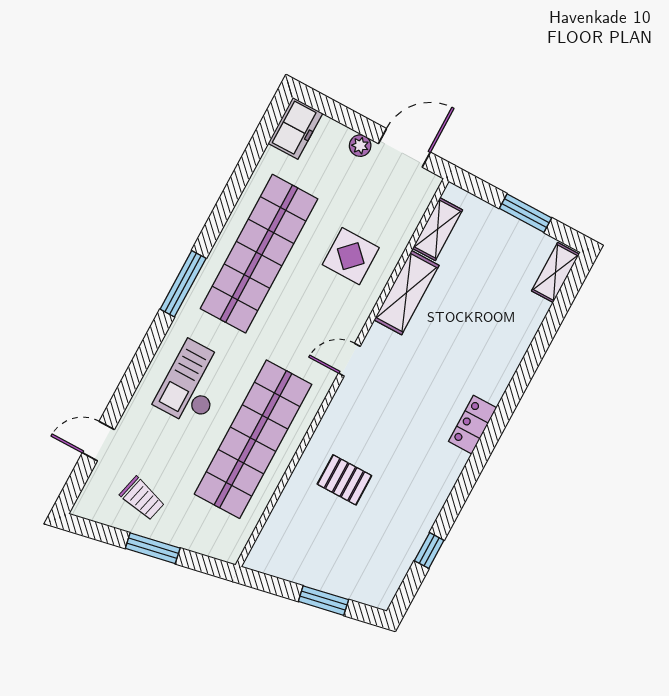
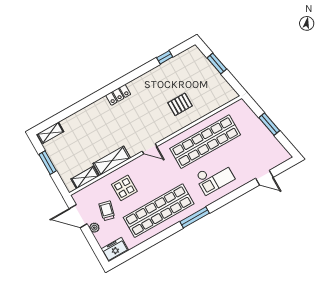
pallet: (344, 480) -> (180, 104), turned 90
trolley: (142, 498) -> (107, 211), moved

